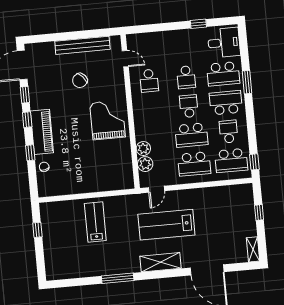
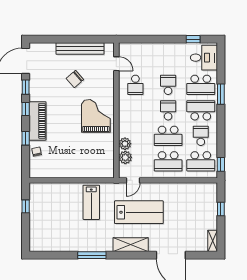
window: (198, 24) -> (193, 39), moved
school desk: (186, 77) -> (168, 85), turned 180
lab bench: (95, 222) -> (91, 202), moved, turned 180
lab bench: (166, 225) -> (139, 212), turned 180

